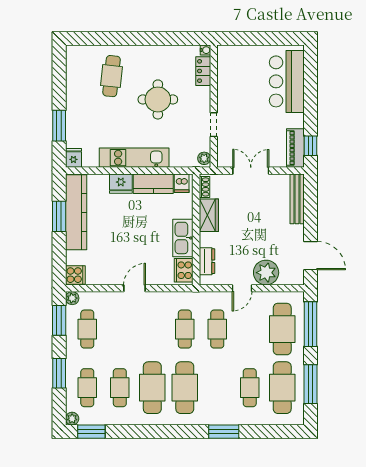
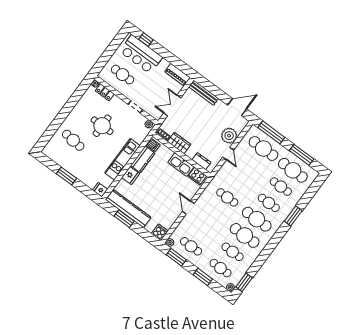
cafe table: (243, 77) -> (123, 75), added
window: (59, 126) -> (66, 176), moved
window: (310, 146) -> (146, 40), moved
cafe table: (217, 329) -> (269, 203), moved

